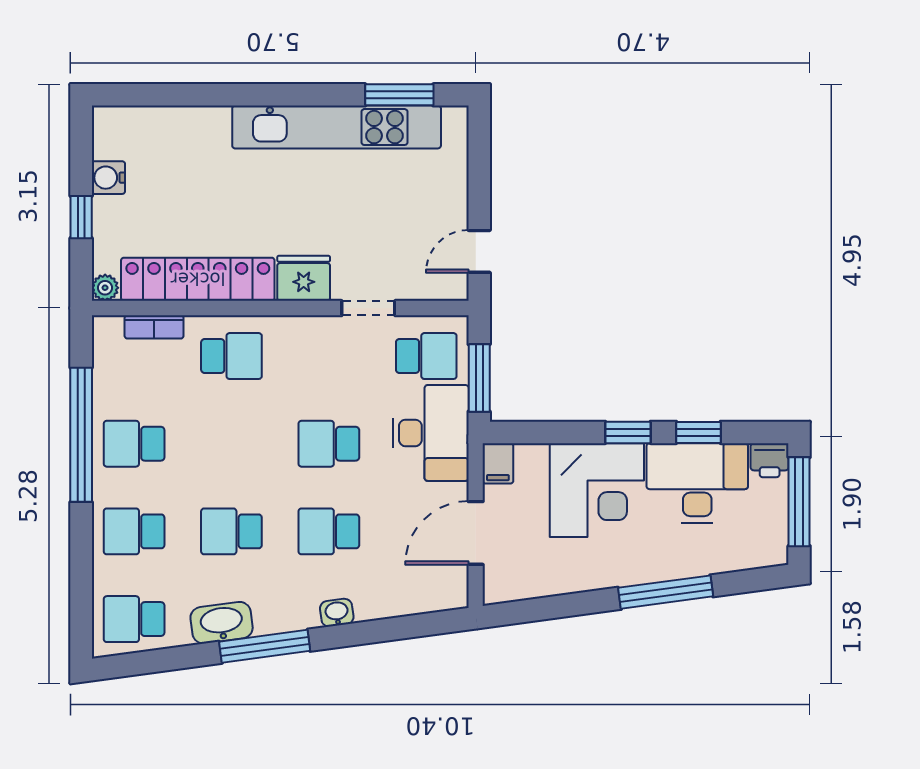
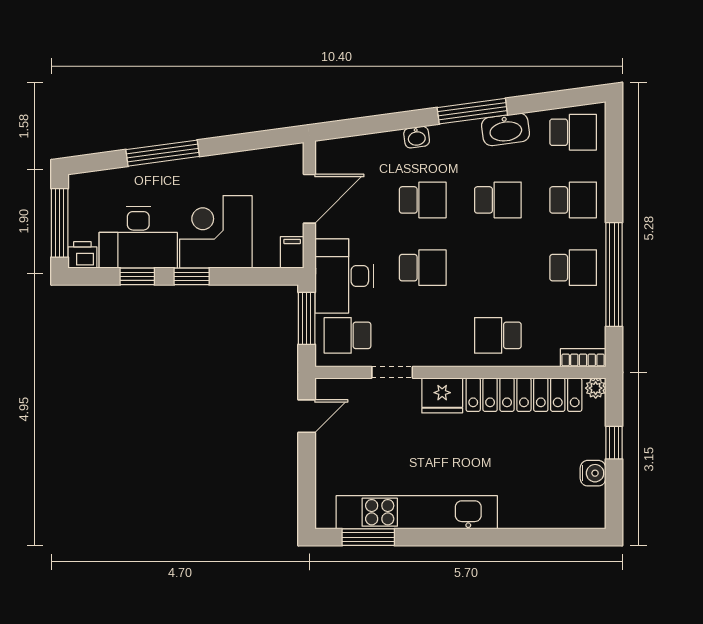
bookcase: (154, 327) -> (583, 358), moved

